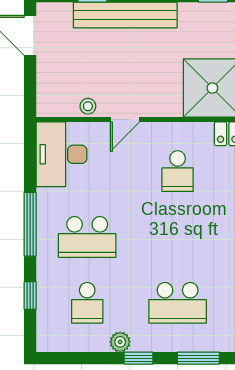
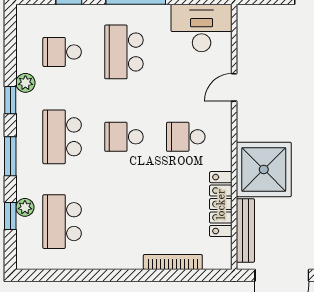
stool: (88, 106) -> (247, 53), removed
door: (125, 120) -> (234, 87), hinge flipped
school desk: (178, 237) -> (124, 137), added

